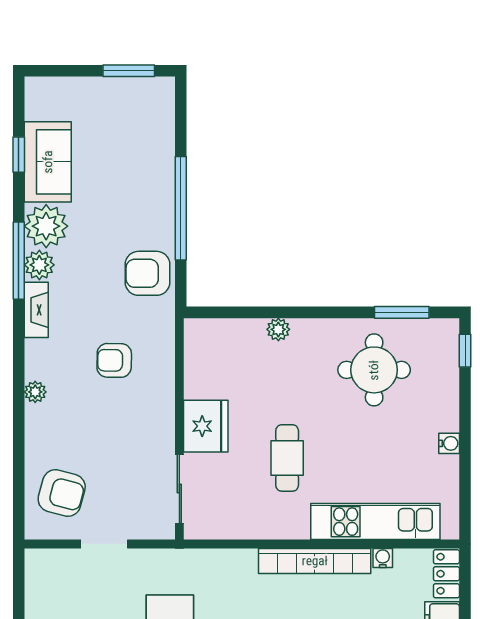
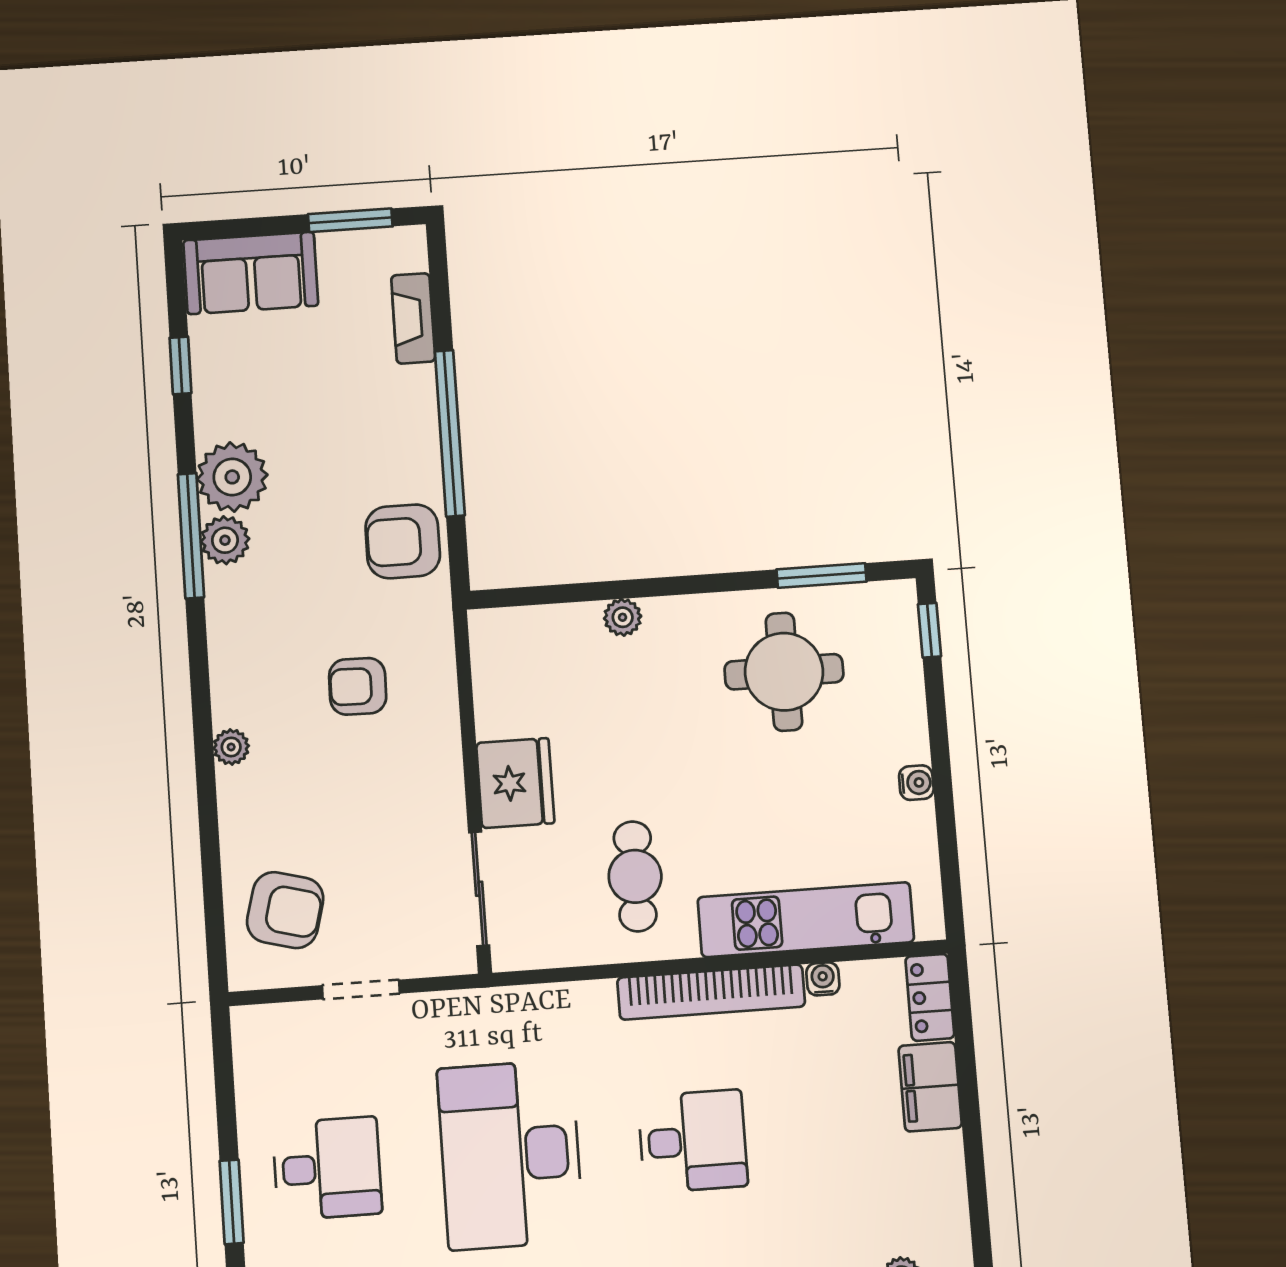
sofa: (48, 162) -> (251, 273), moved, turned 90
fireplace: (36, 310) -> (413, 318), moved, turned 180
cafe table: (287, 458) -> (635, 876), moved

